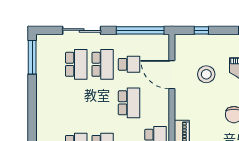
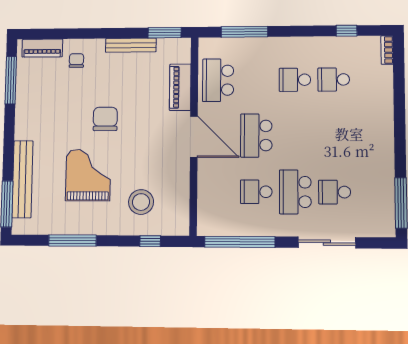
school desk: (76, 64) -> (335, 192), width x0.54
stool: (206, 74) -> (141, 202), moved
door: (172, 75) -> (194, 137), moved

